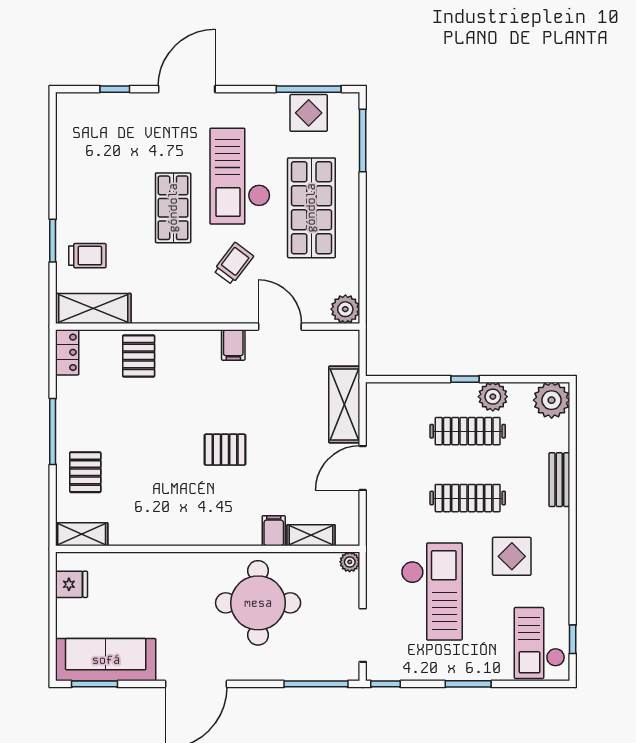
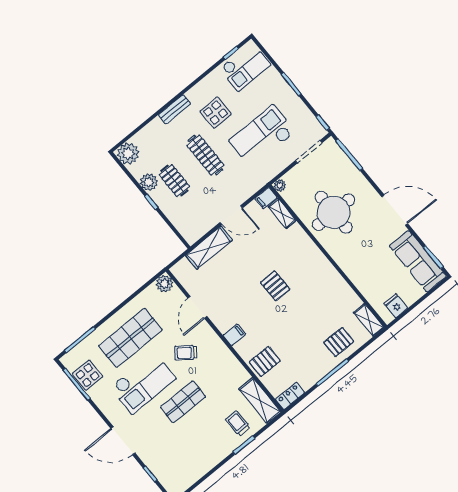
filing cabinet: (233, 345) -> (234, 335), moved
clothes rail: (468, 431) -> (174, 181), width x0.73
bench: (559, 480) -> (175, 109), moved
filing cabinet: (274, 531) -> (266, 198), moved

